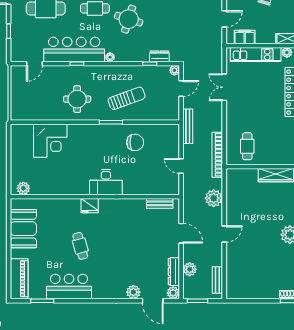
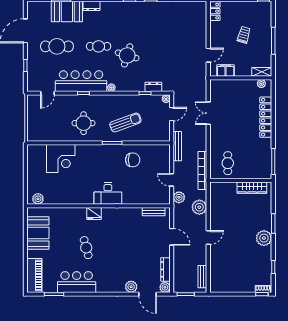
kitchen unit: (256, 55) -> (235, 85), removed
plant: (190, 269) -> (179, 197), moved

